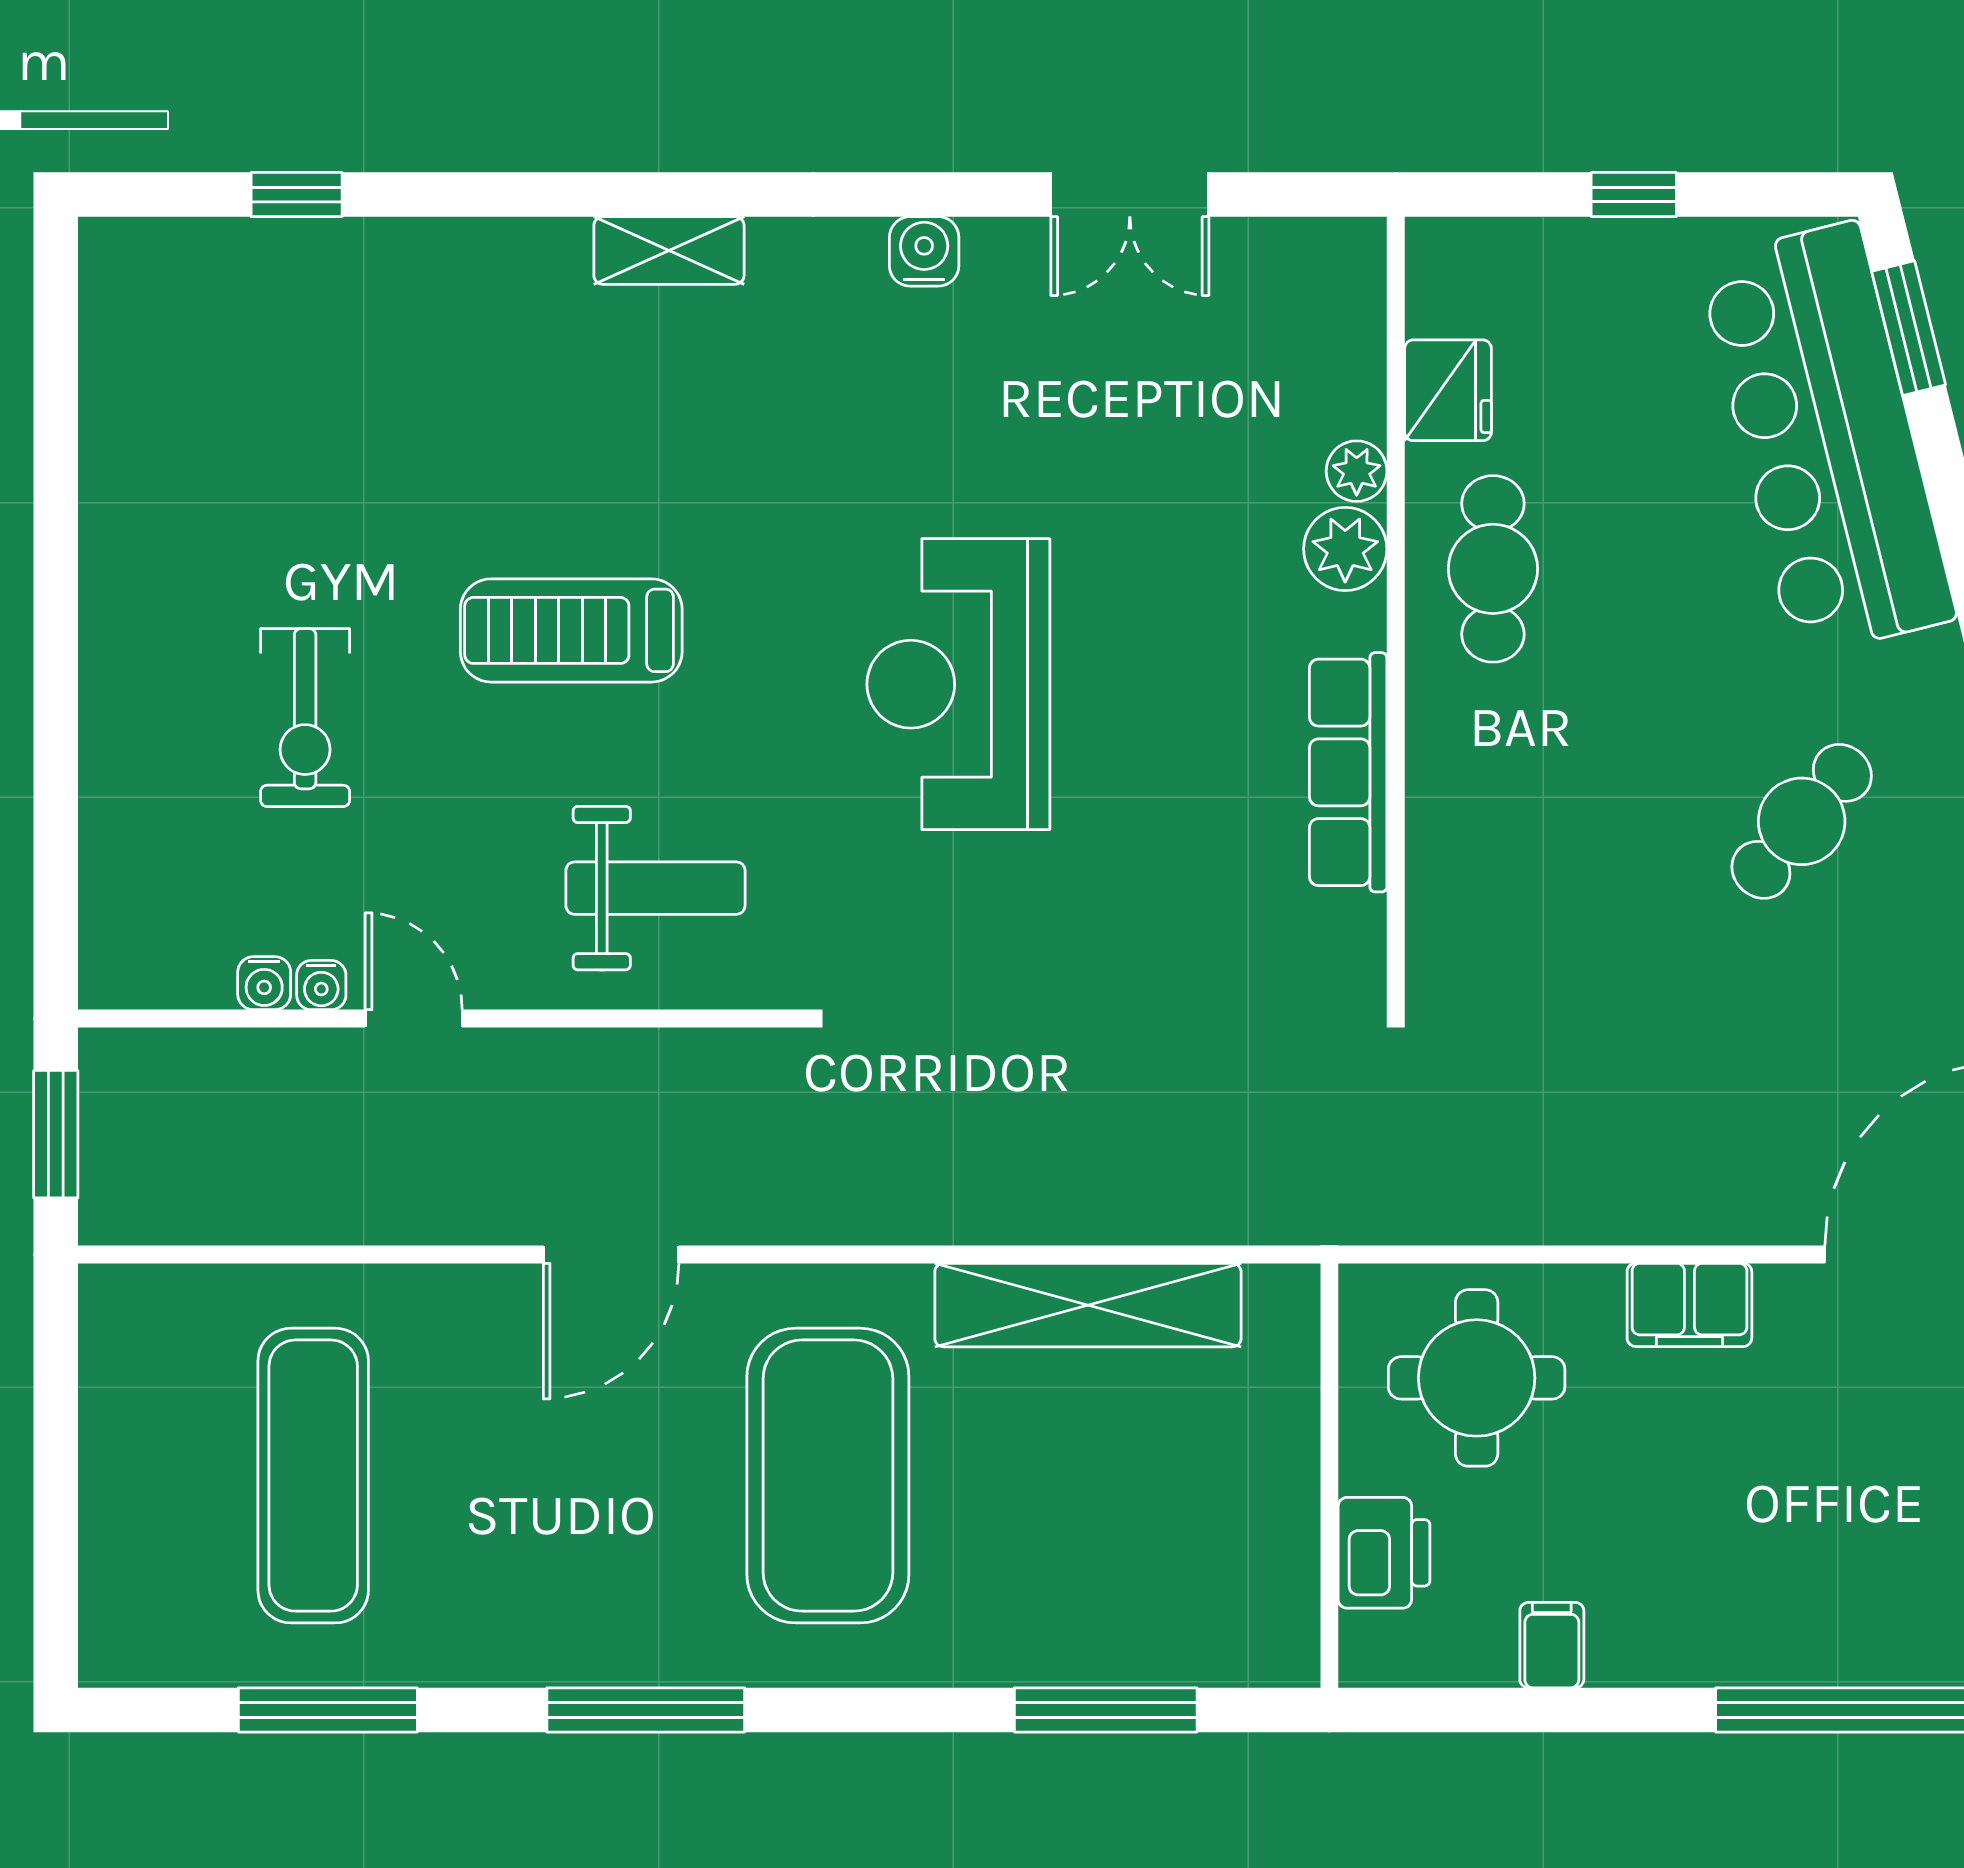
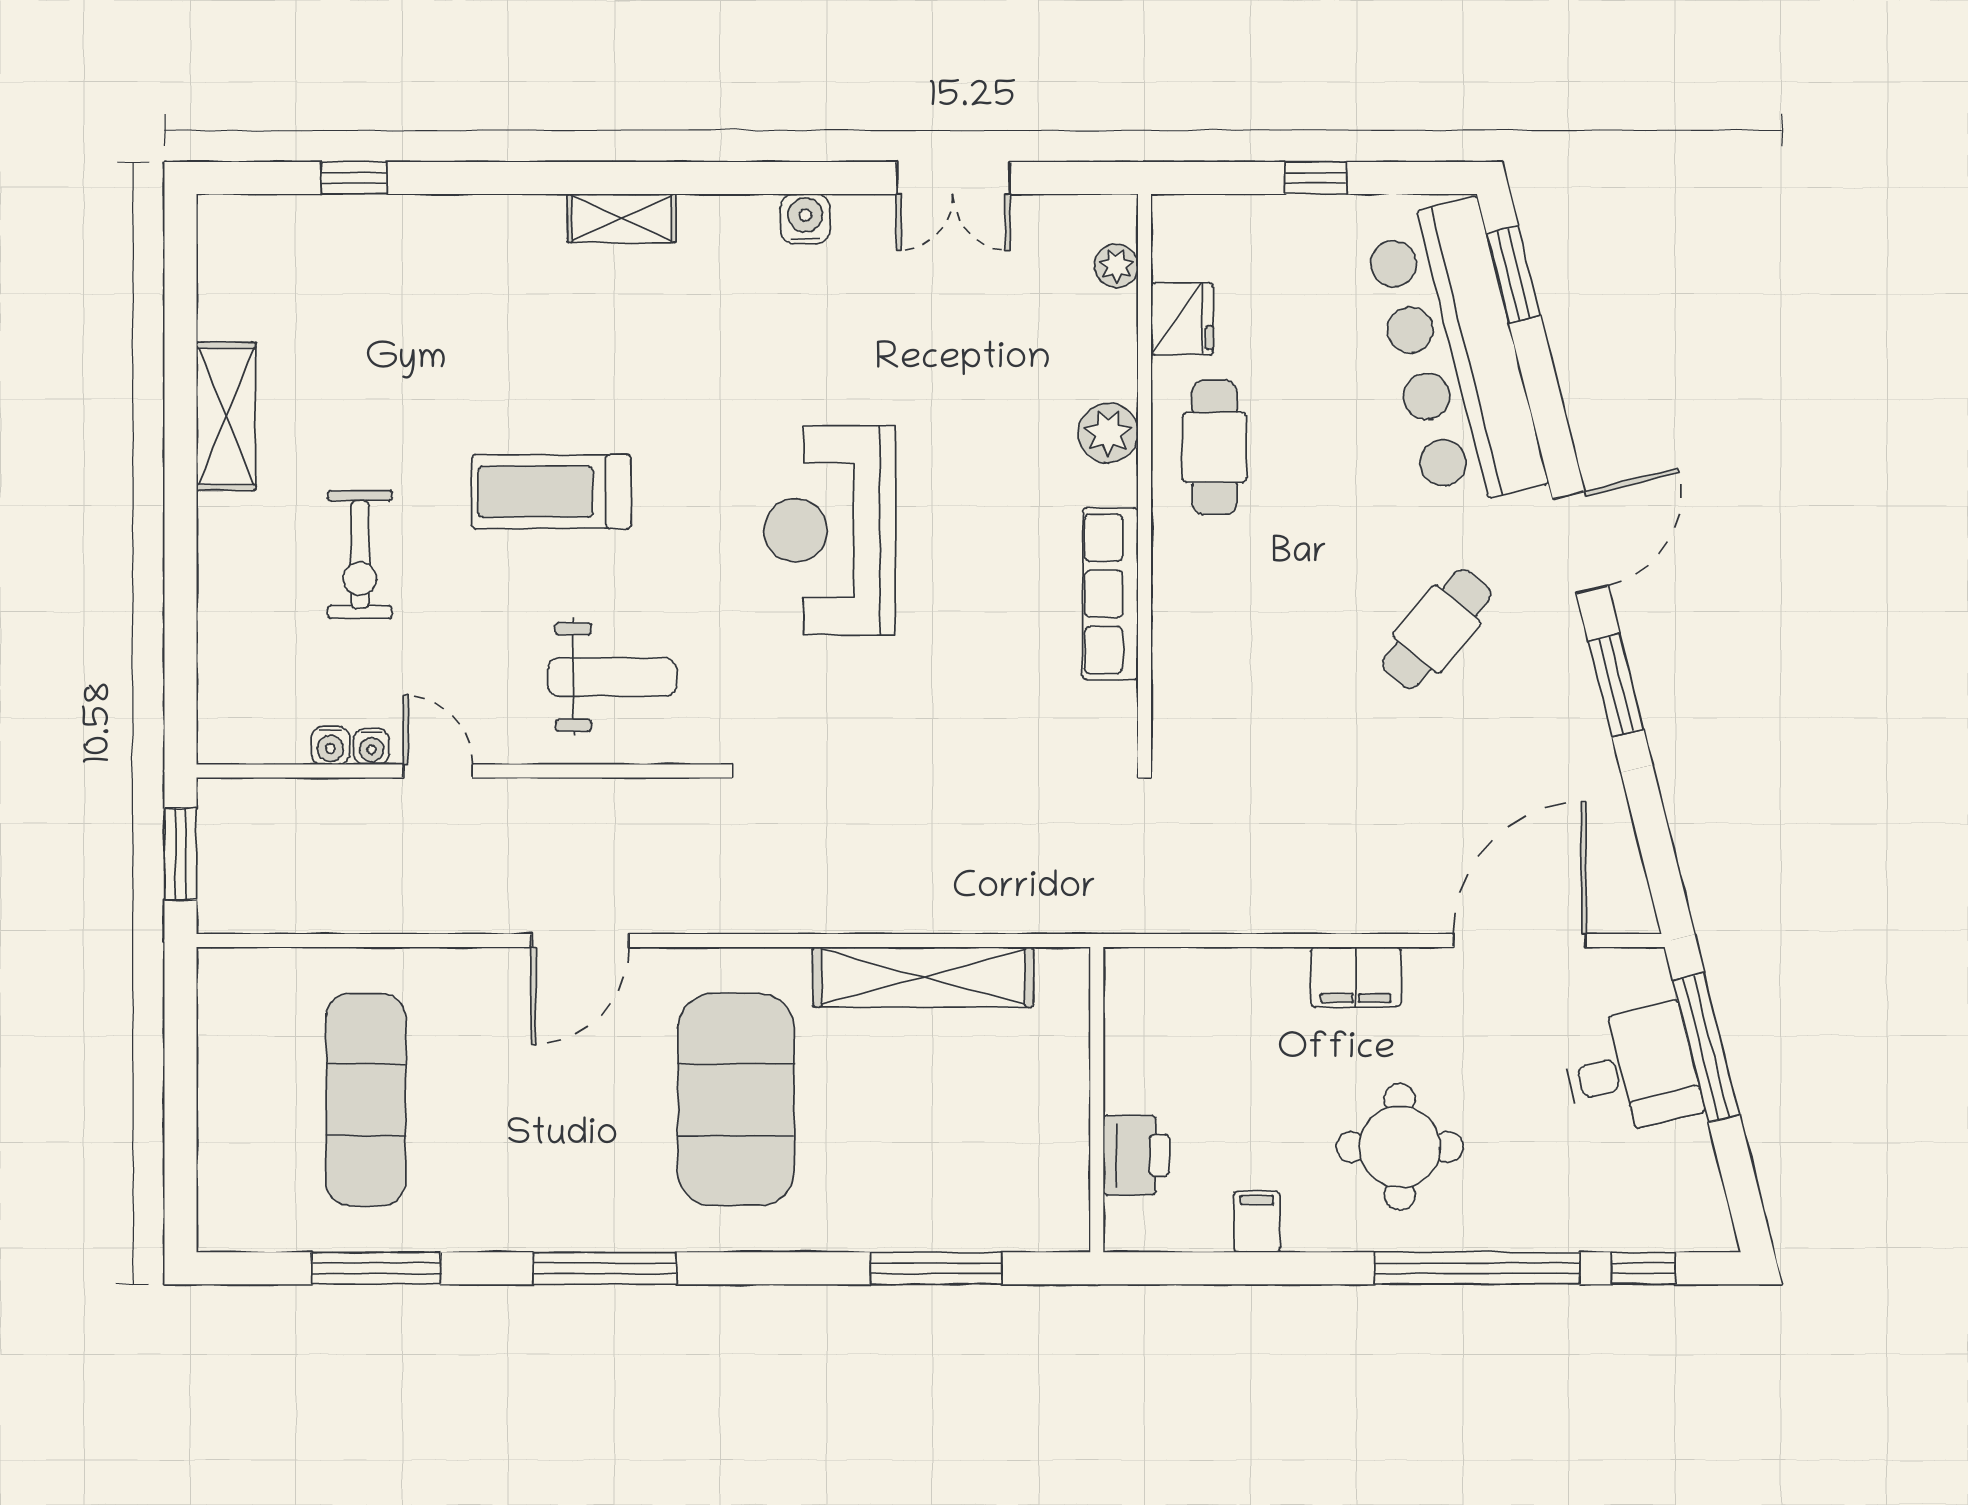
plant: (1357, 471) -> (1116, 266), moved
shelving: (119, 526) -> (226, 416), added
round table: (1477, 1378) -> (1400, 1147), moved

